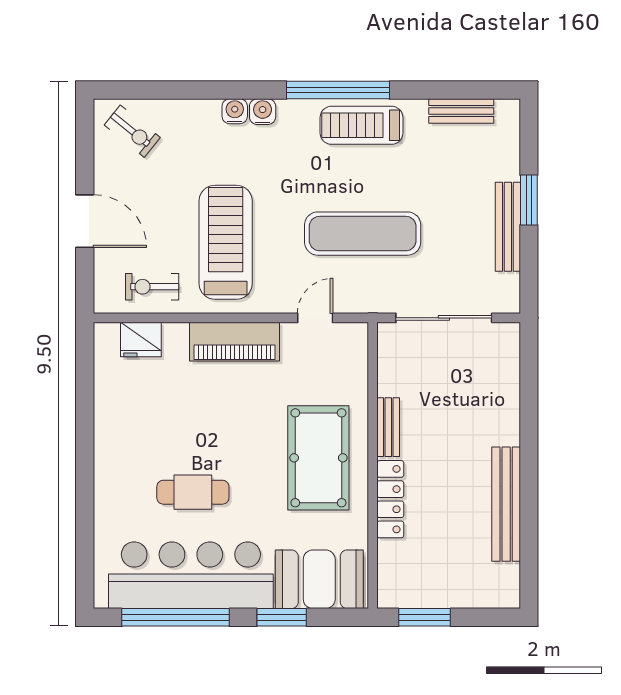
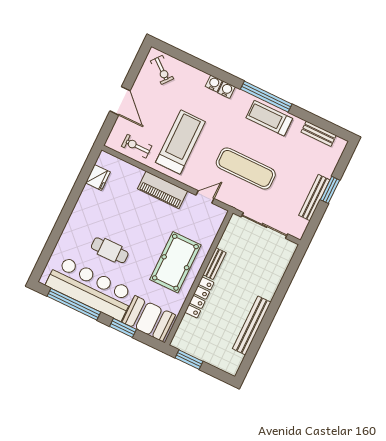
fridge: (141, 340) -> (98, 177), moved, turned -90

